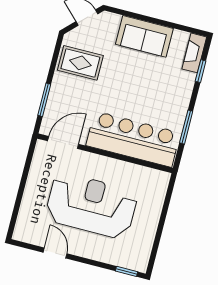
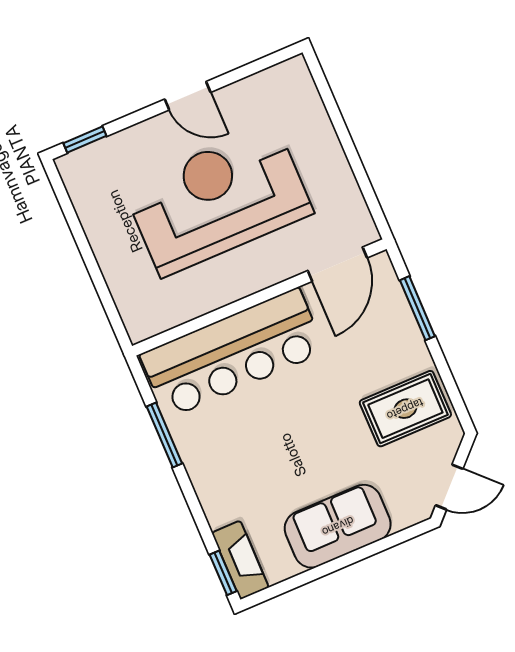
window: (201, 71) -> (223, 573), moved
reception desk: (91, 206) -> (218, 200), turned 180
door: (55, 253) -> (188, 96), moved

